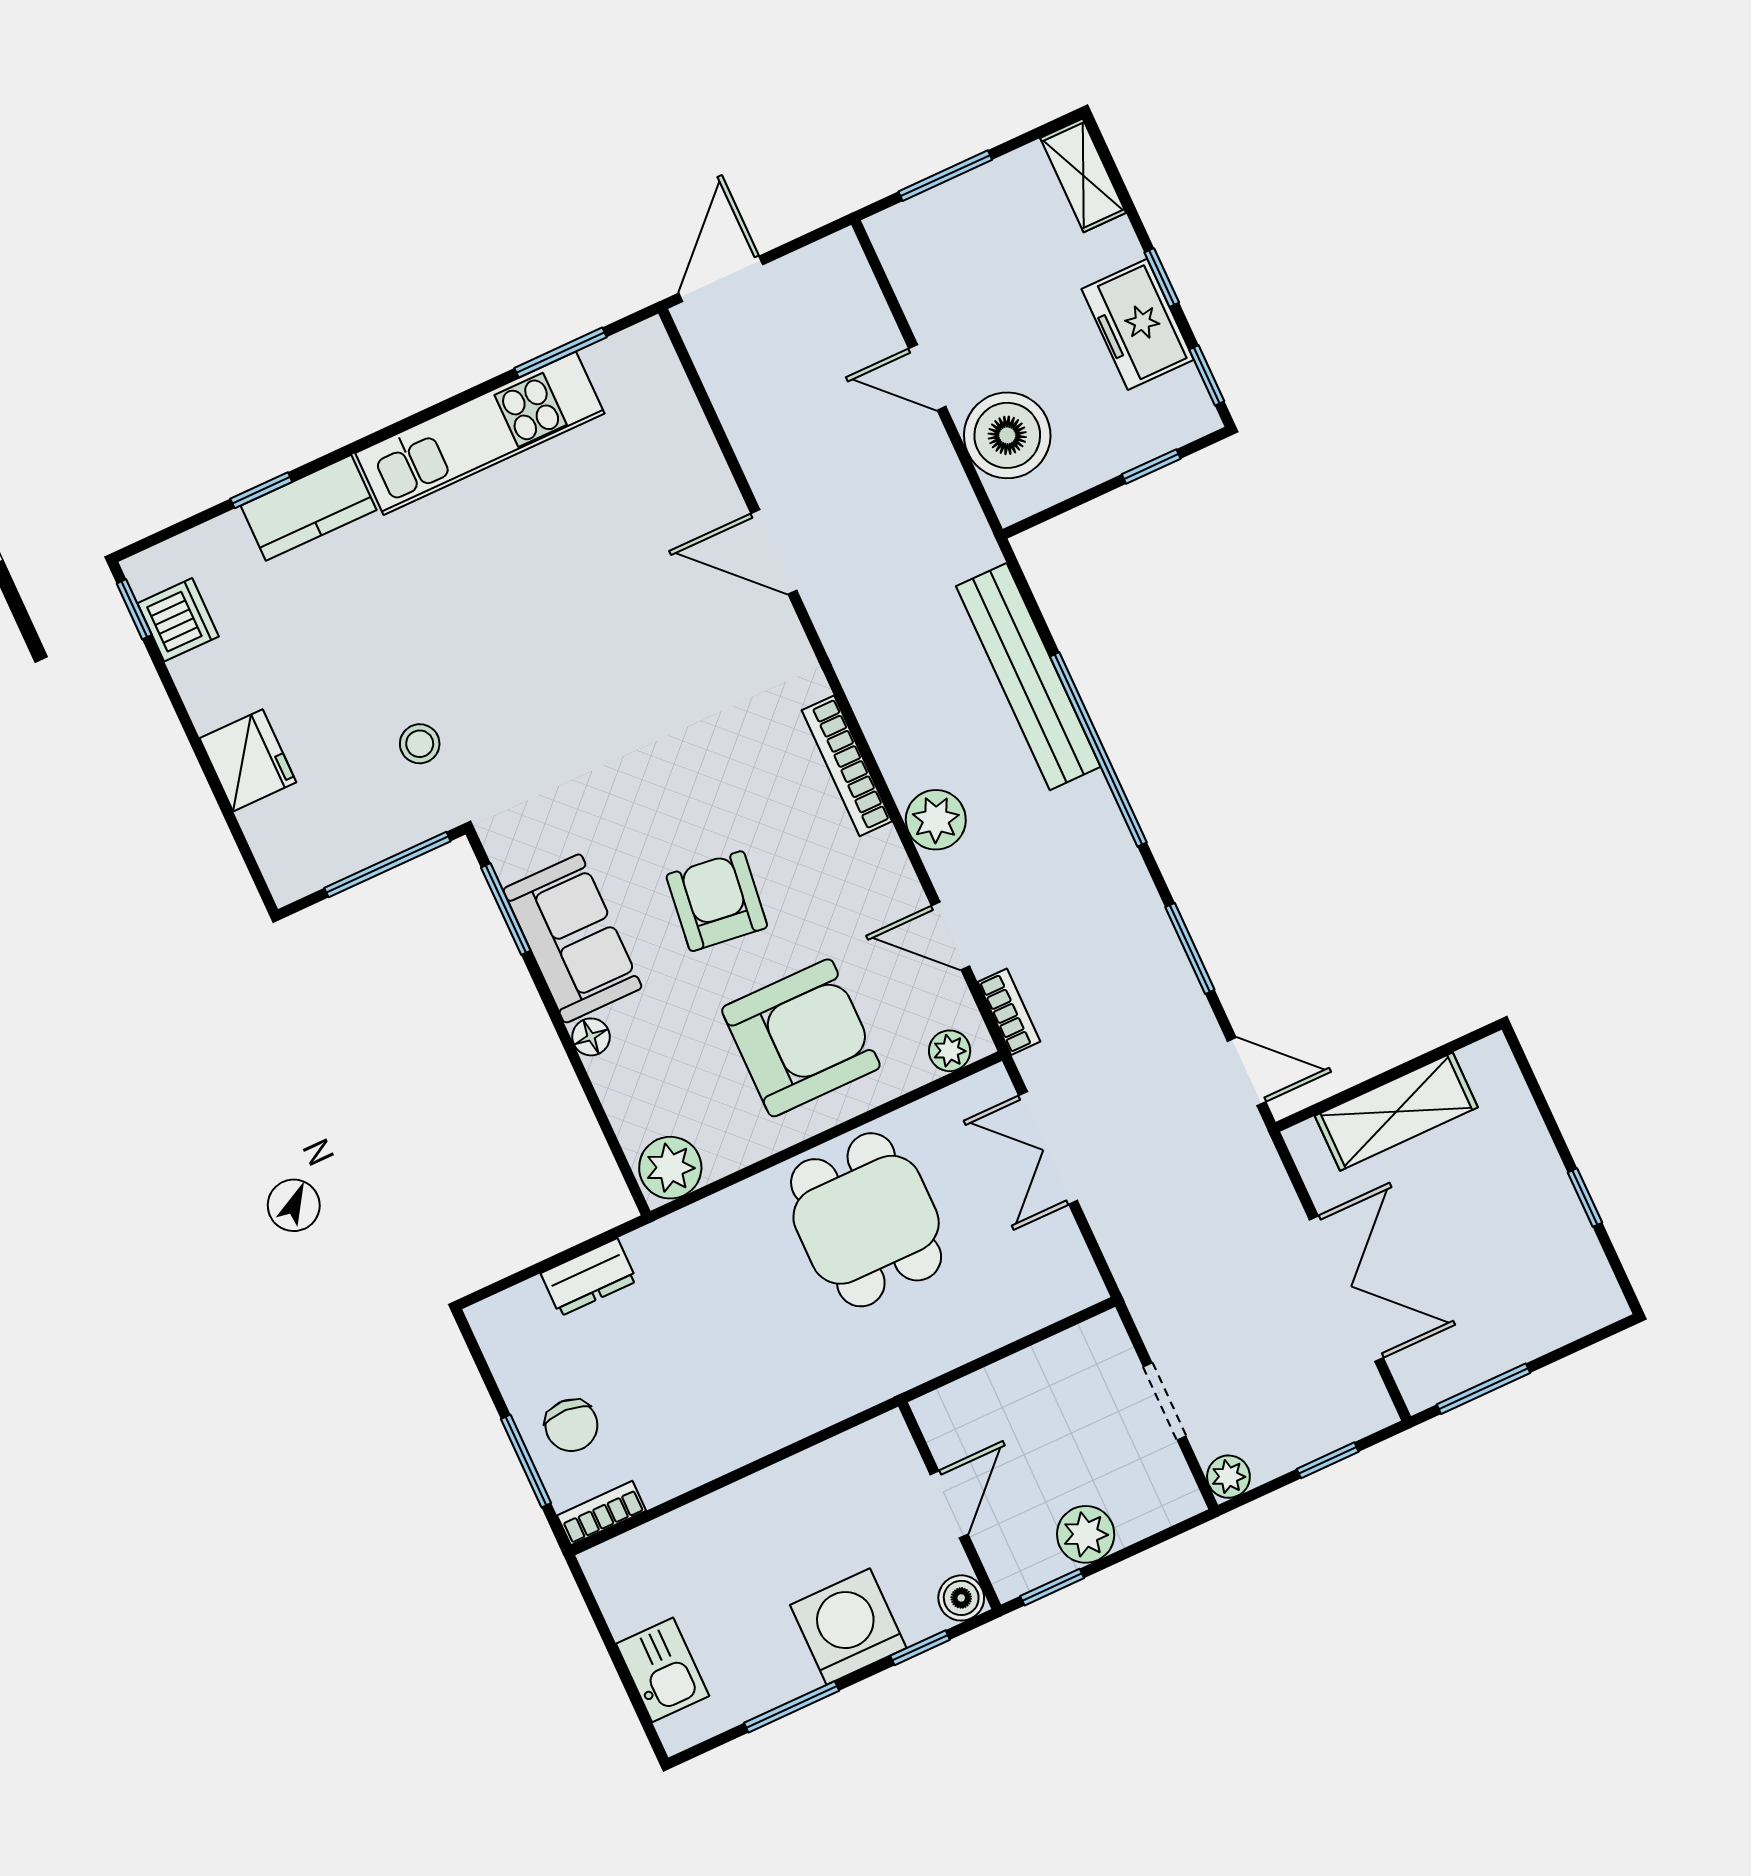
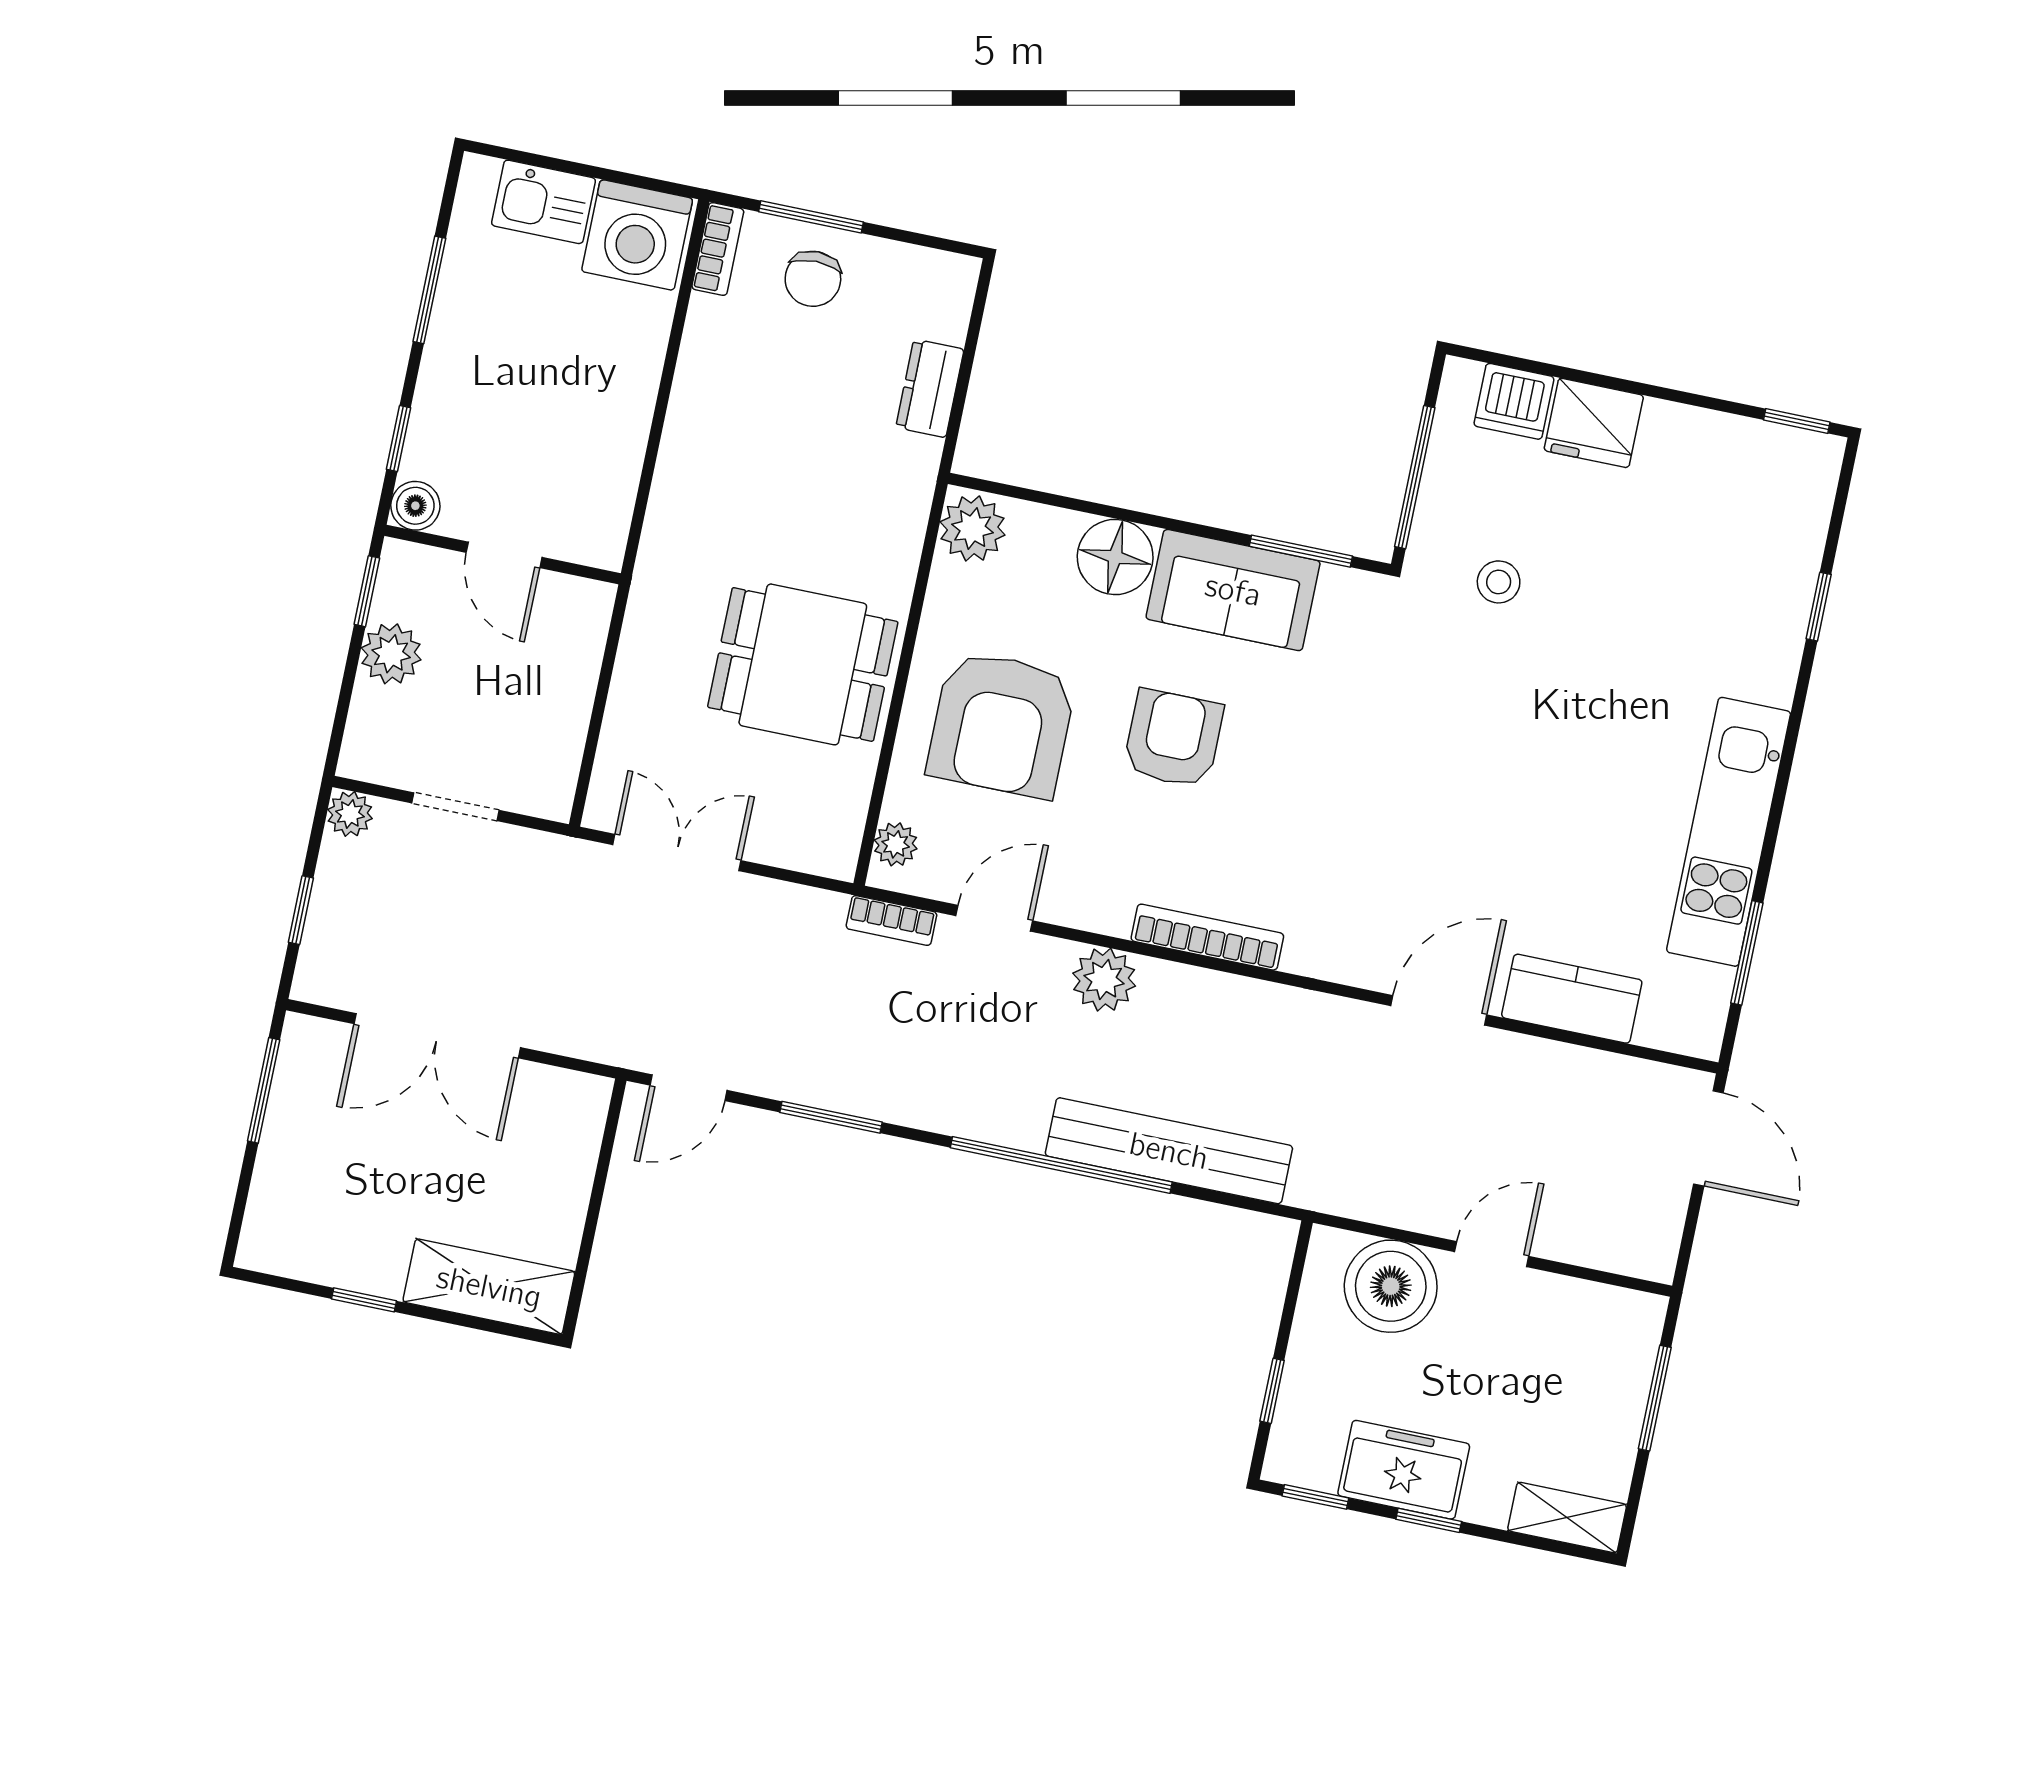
kitchen counter: (309, 508) -> (1572, 999), moved, turned 90
dishwasher: (178, 620) -> (1514, 401), moved
armchair: (717, 901) -> (1173, 738), turned -97
floor lamp: (591, 1037) -> (1115, 557), width x1.89, depth x1.89
shelving: (1396, 1112) -> (489, 1287), moved, turned 90
double door: (1048, 1148) -> (677, 853), moved
chair: (571, 1425) -> (813, 279), turned -93
washing machine: (848, 1626) -> (637, 235), moved, turned 90

